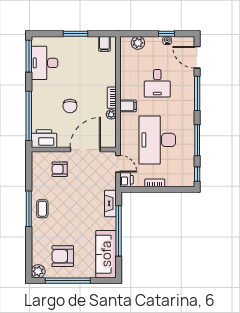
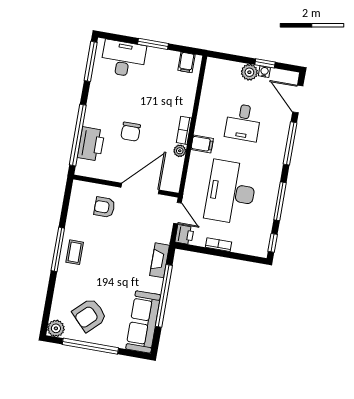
plant: (138, 43) -> (249, 72), moved
desk: (45, 63) -> (123, 59), moved, turned 90
printer: (44, 139) -> (91, 144), moved, turned 90
armchair: (63, 256) -> (90, 315), turned -44

